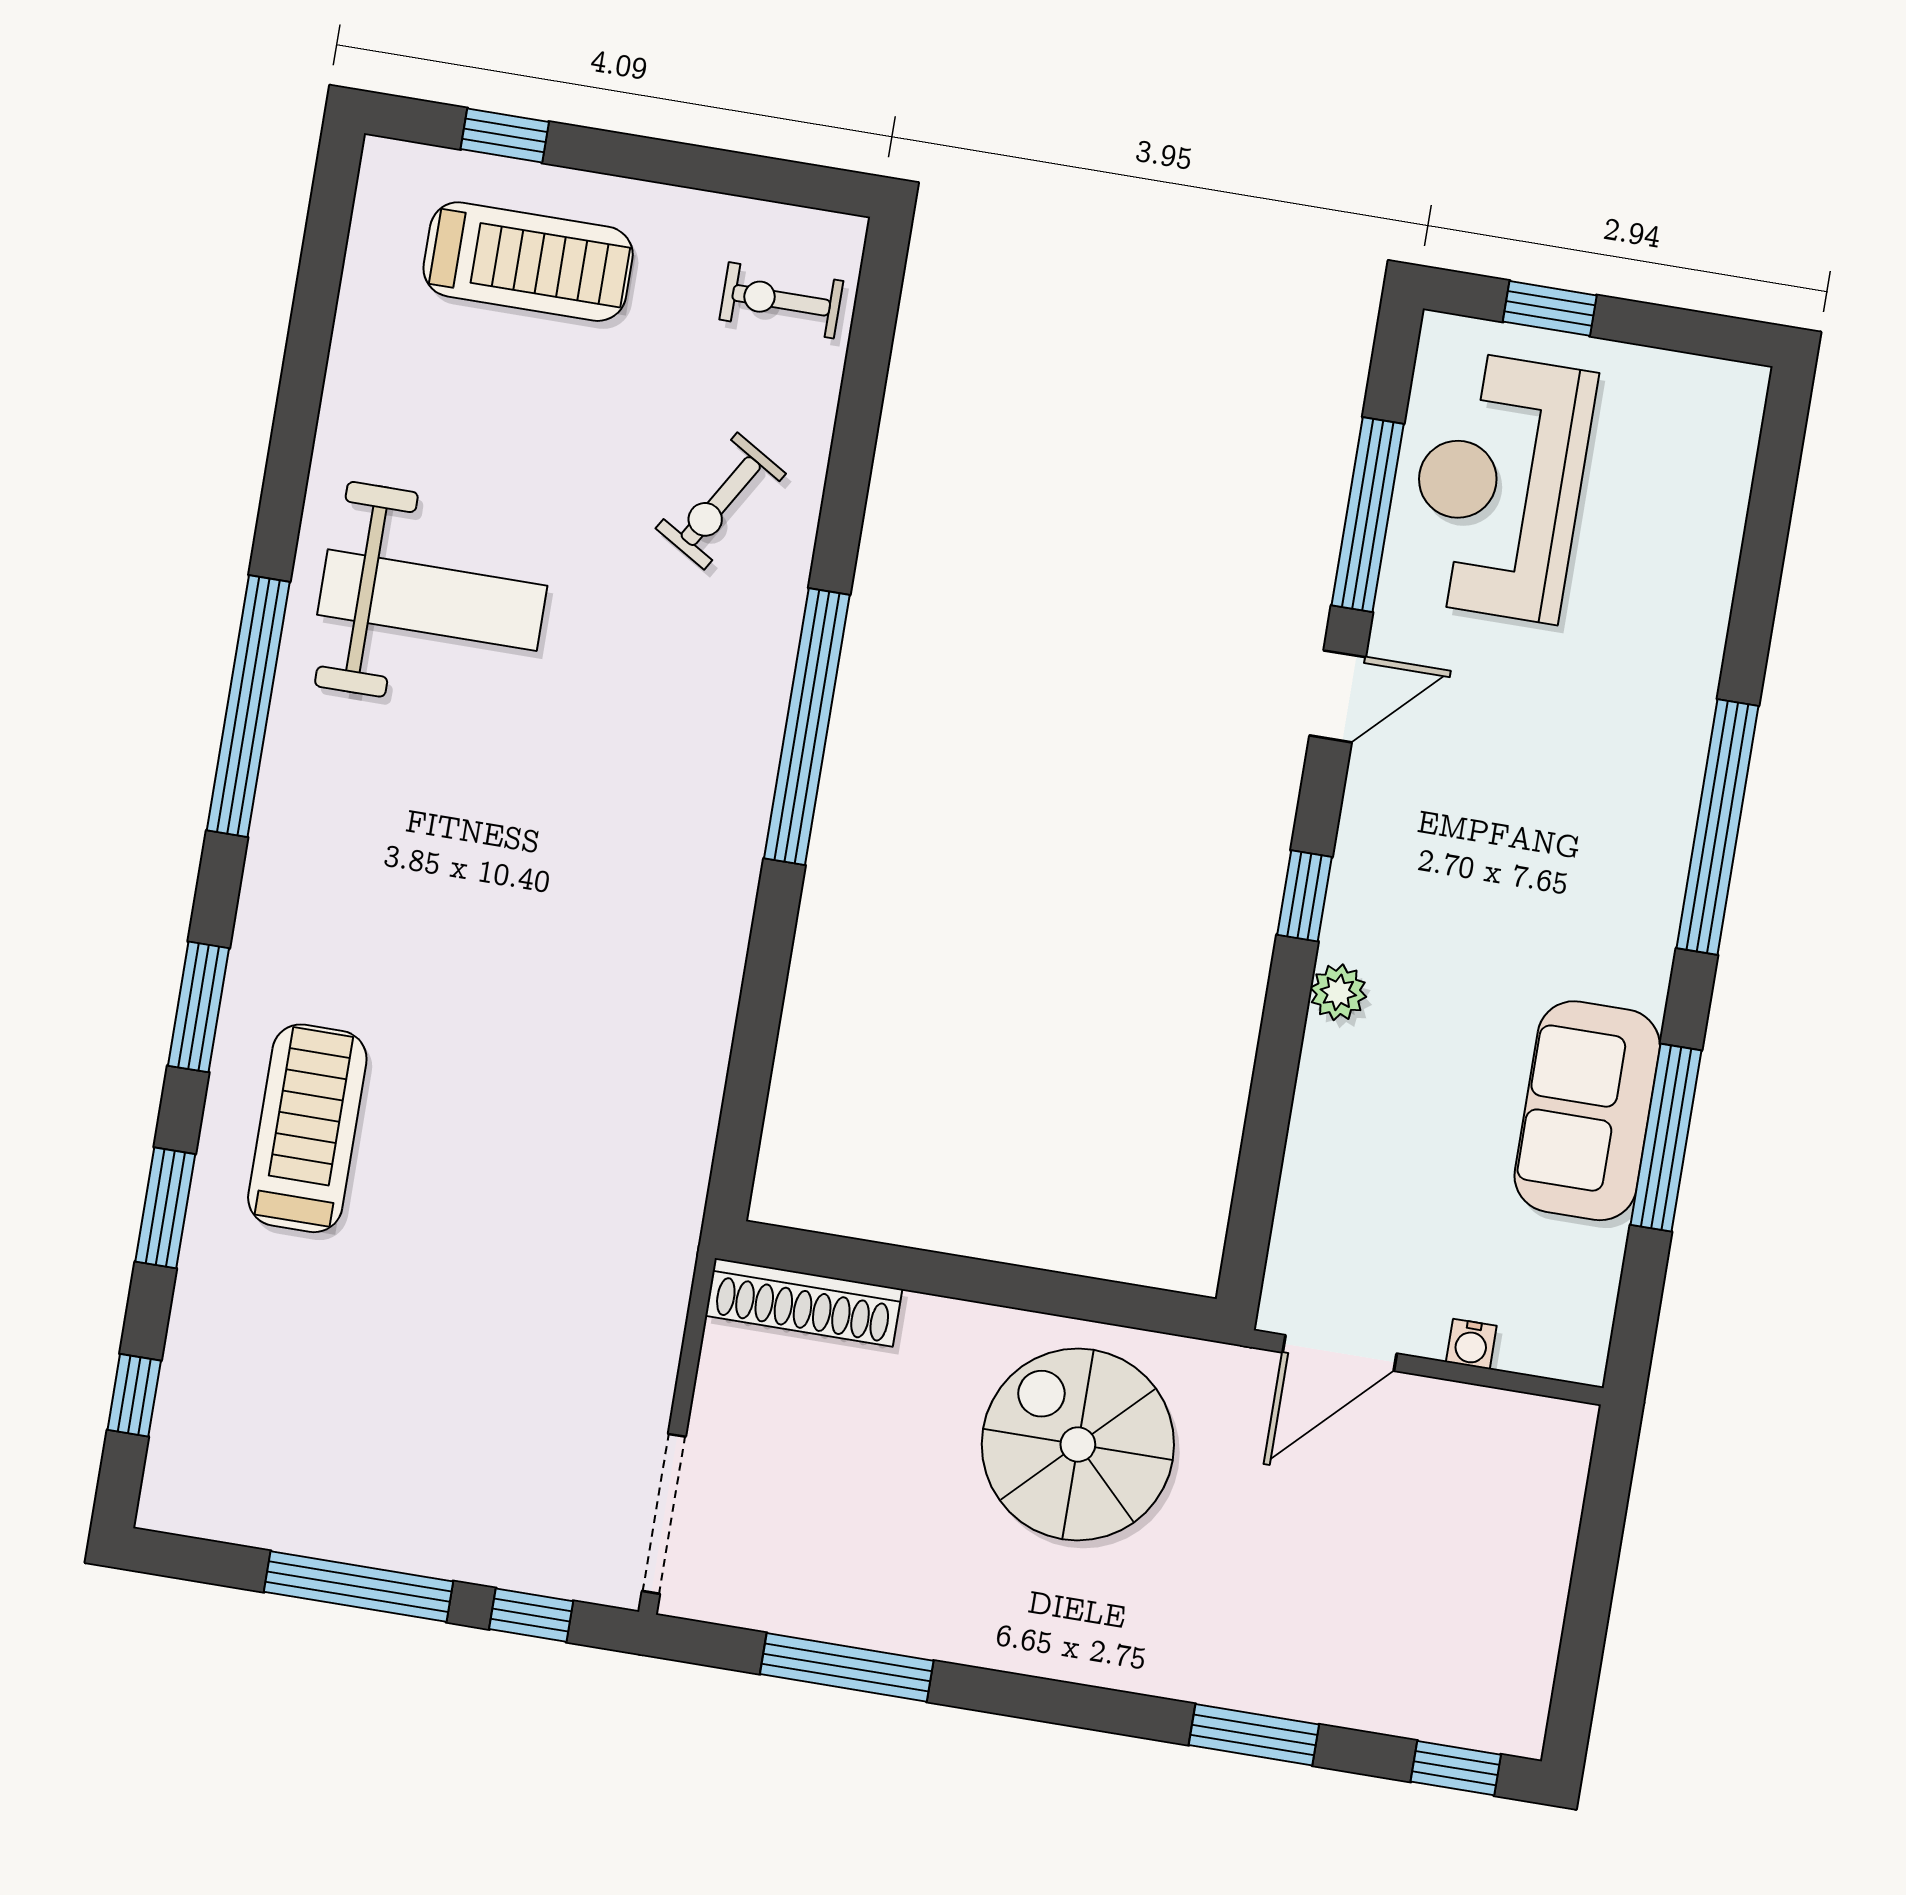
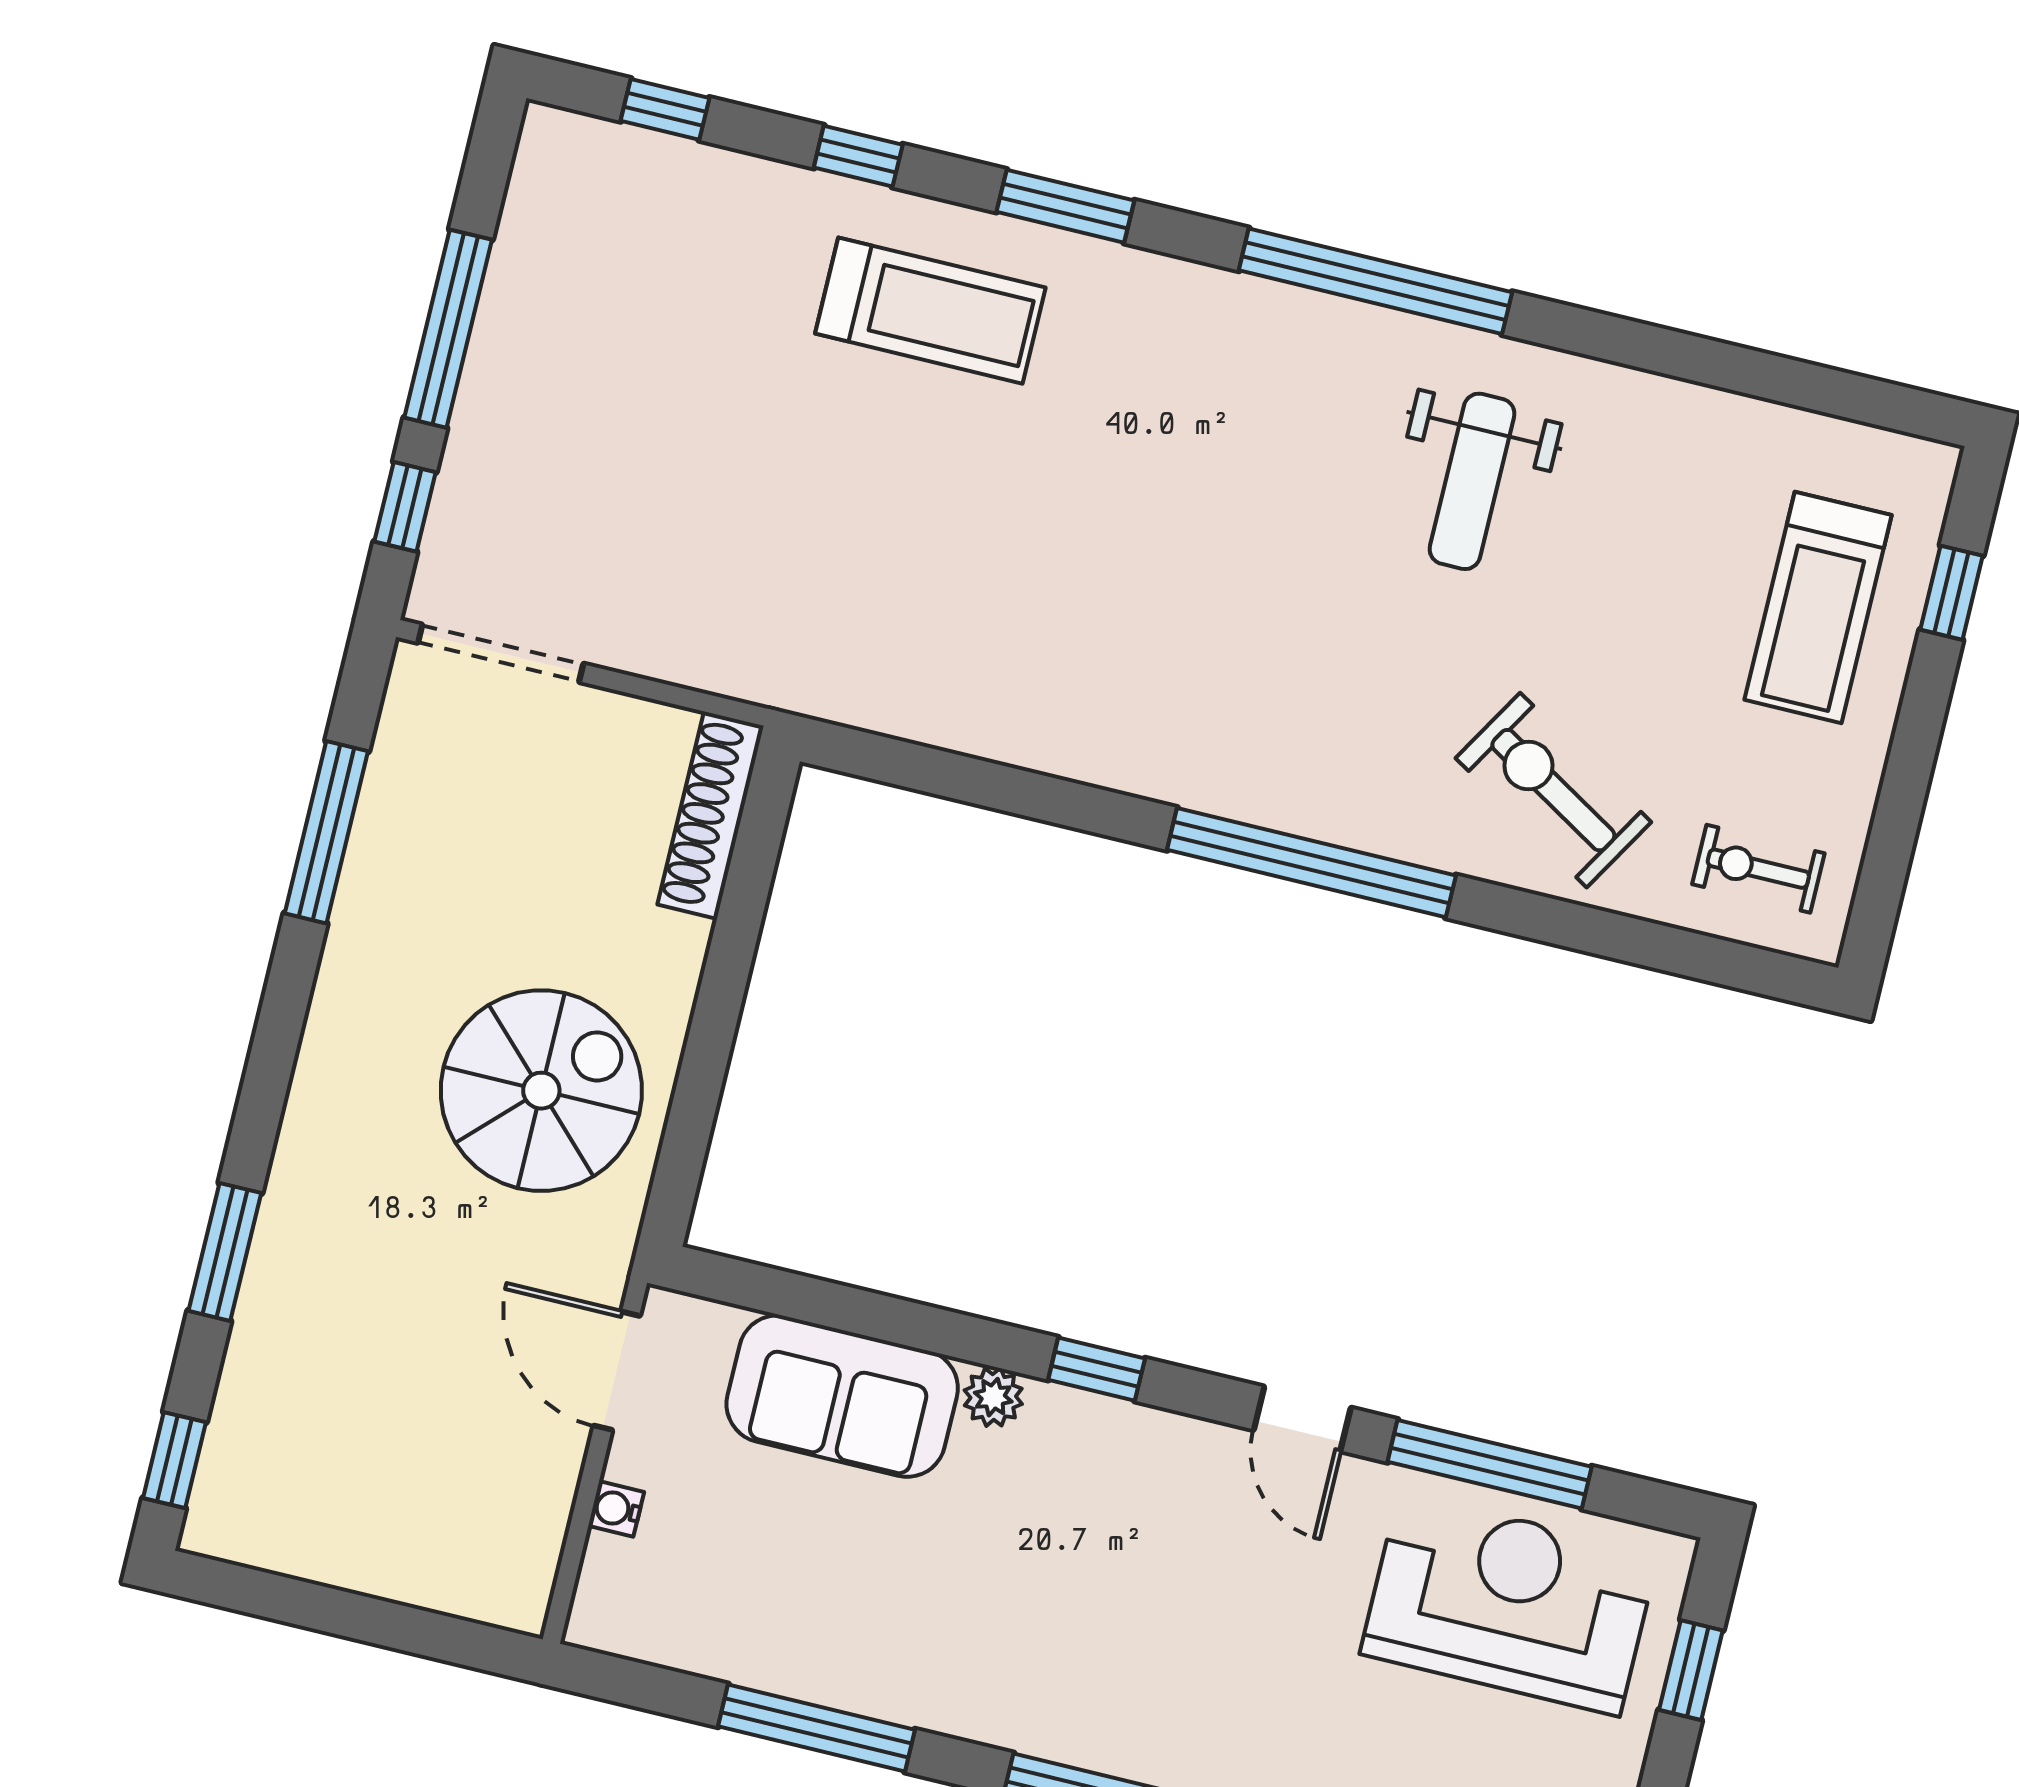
exercise bike: (781, 300) -> (1758, 869), turned -90
exercise bike: (721, 501) -> (1553, 790), width x1.38, depth x1.39
weight bench: (432, 600) -> (1472, 481), width x0.73, depth x0.75
sofa: (1587, 1111) -> (842, 1396), moved, turned 180
window: (165, 1208) -> (858, 156), width x0.67

